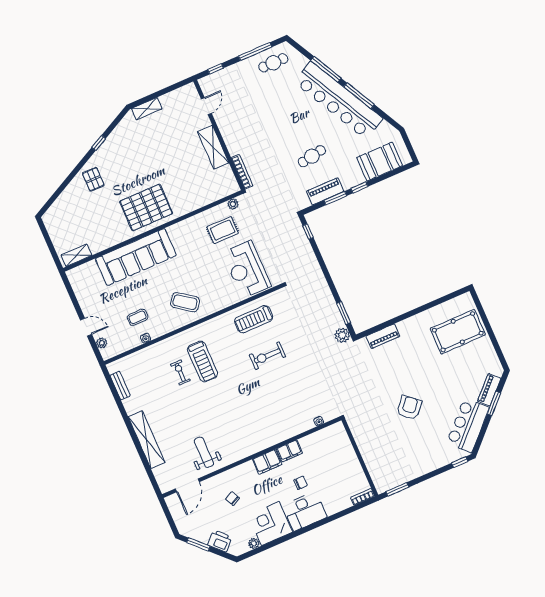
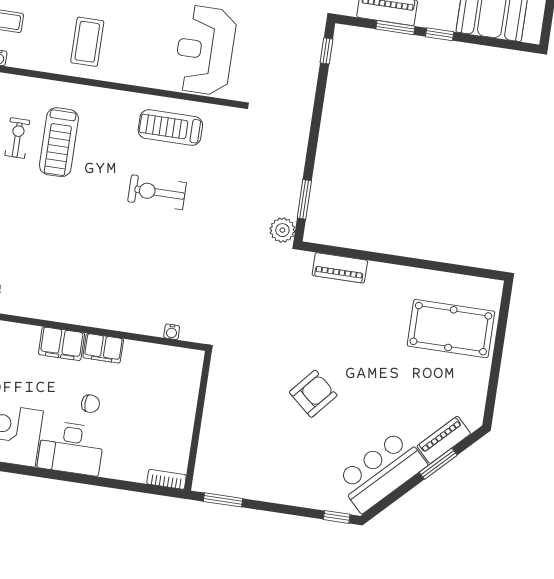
coffee table: (185, 302) -> (87, 42), turned 54

